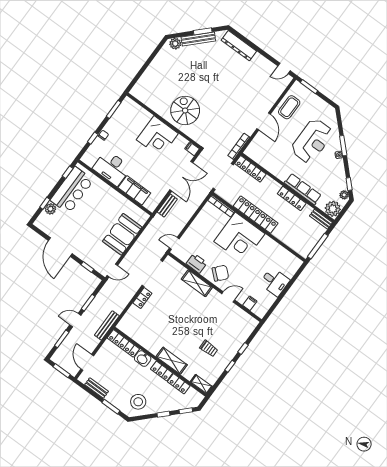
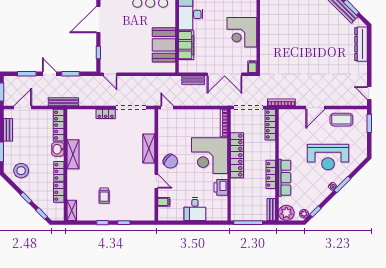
spiral stairs: (185, 110) -> (279, 39), removed
booth: (122, 234) -> (164, 45), moved, turned 90
printer: (197, 263) -> (221, 187), moved, turned 180
shelving: (172, 361) -> (73, 154), moved

